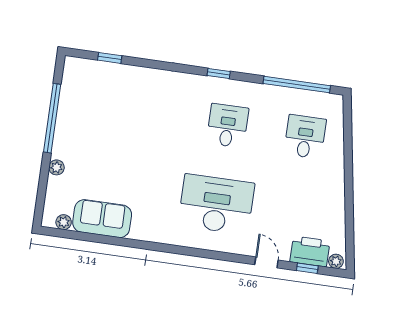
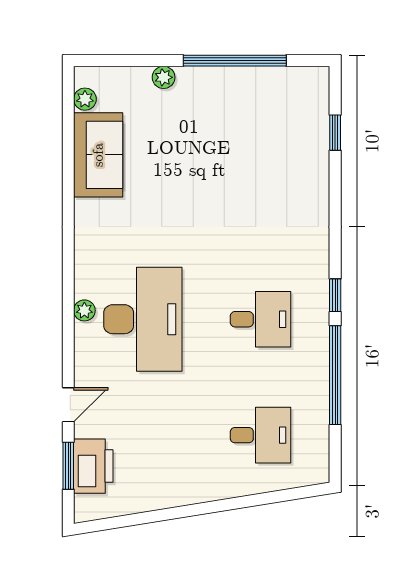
window: (297, 85) -> (335, 375), moved
plant: (336, 261) -> (84, 310), moved
window: (307, 268) -> (68, 466), width x1.50

